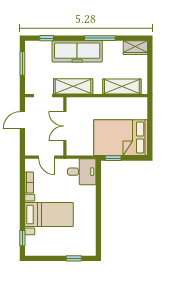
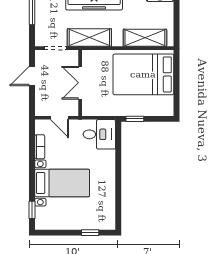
bed: (121, 138) -> (143, 74), moved

